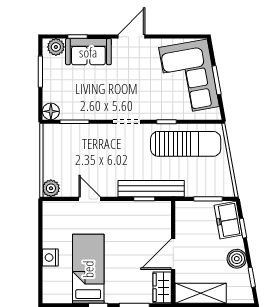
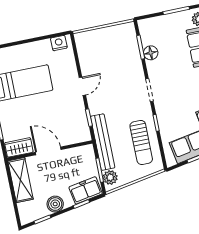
floor lamp: (51, 111) -> (151, 53), moved
sun lounger: (186, 144) -> (141, 142), width x0.73, depth x0.75
plant: (51, 188) -> (110, 177), moved
bench: (151, 189) -> (103, 142), moved
door: (90, 199) -> (82, 86), moved
nightstand: (50, 258) -> (59, 43), moved

